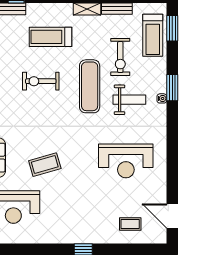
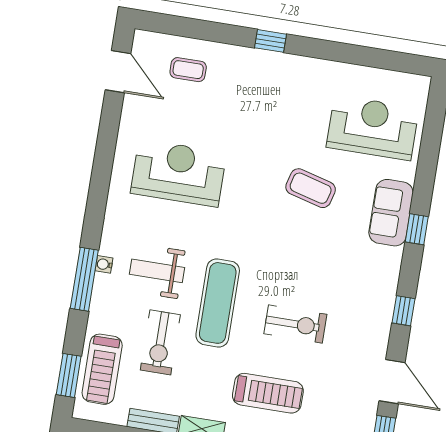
treadmill: (153, 35) -> (102, 369), turned 180
exercise bike: (120, 57) -> (160, 342), turned 180
window: (172, 88) -> (84, 279), width x1.44
coffee table: (45, 165) -> (311, 188), turned 31

